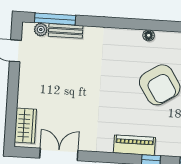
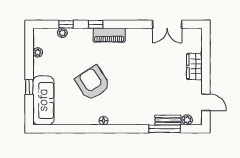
window: (55, 19) -> (165, 129), moved
wardrobe: (25, 126) -> (194, 66), moved

